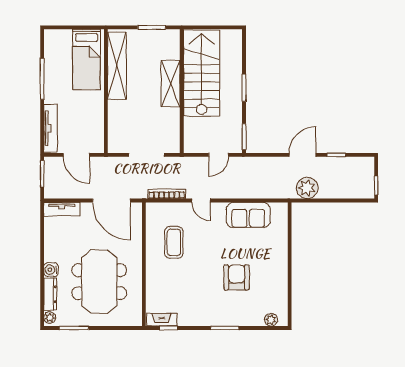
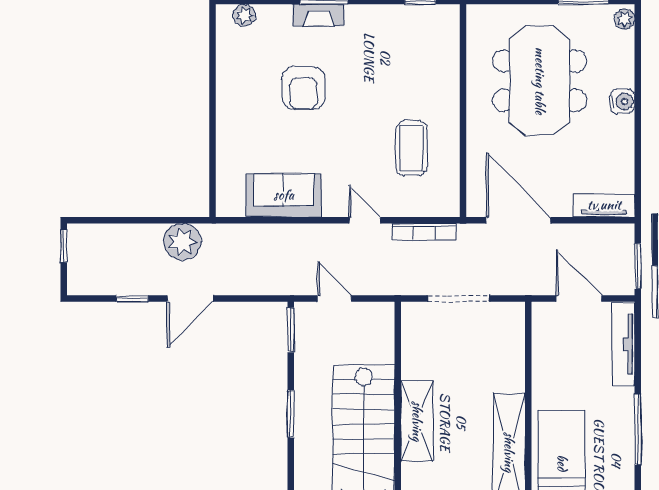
door: (219, 155) -> (335, 299), hinge flipped
dresser: (50, 294) -> (624, 59), removed
fireplace: (162, 320) -> (318, 15), moved

